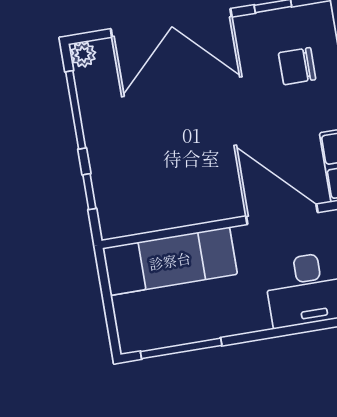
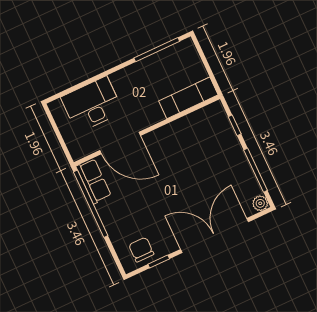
chair: (297, 66) -> (141, 250), moved, turned -90
exam couch: (170, 261) -> (188, 98), width x0.73, depth x0.69

